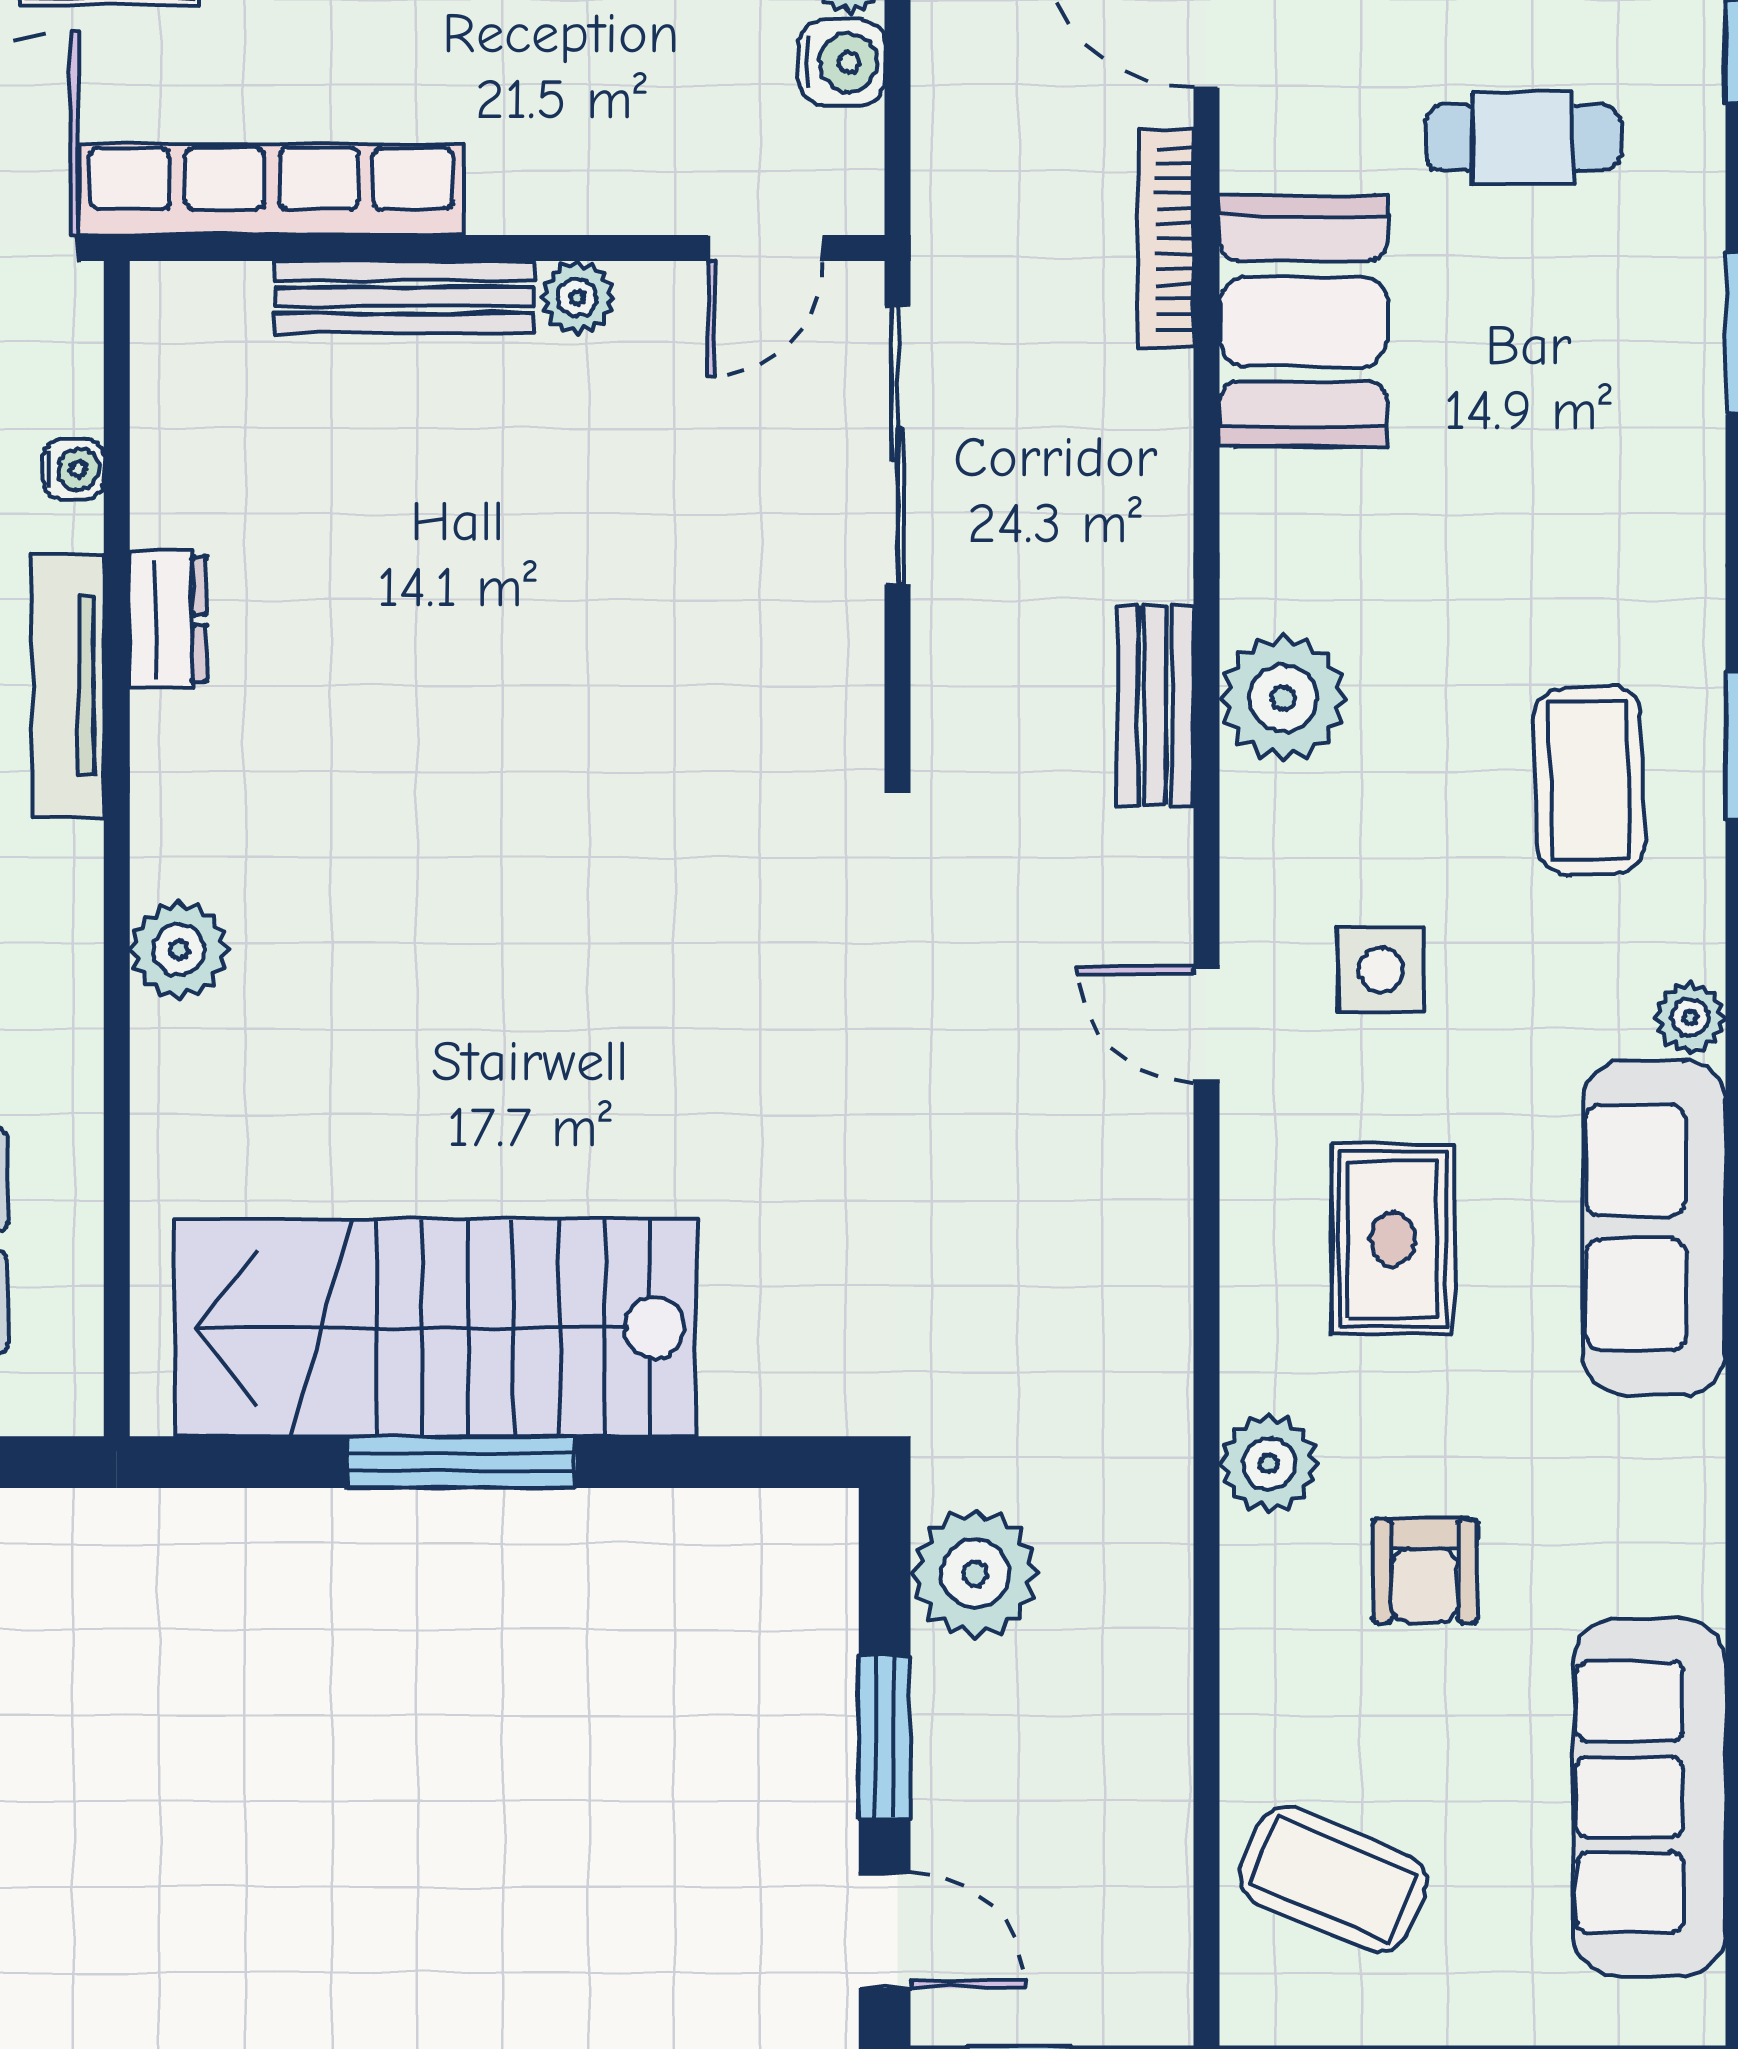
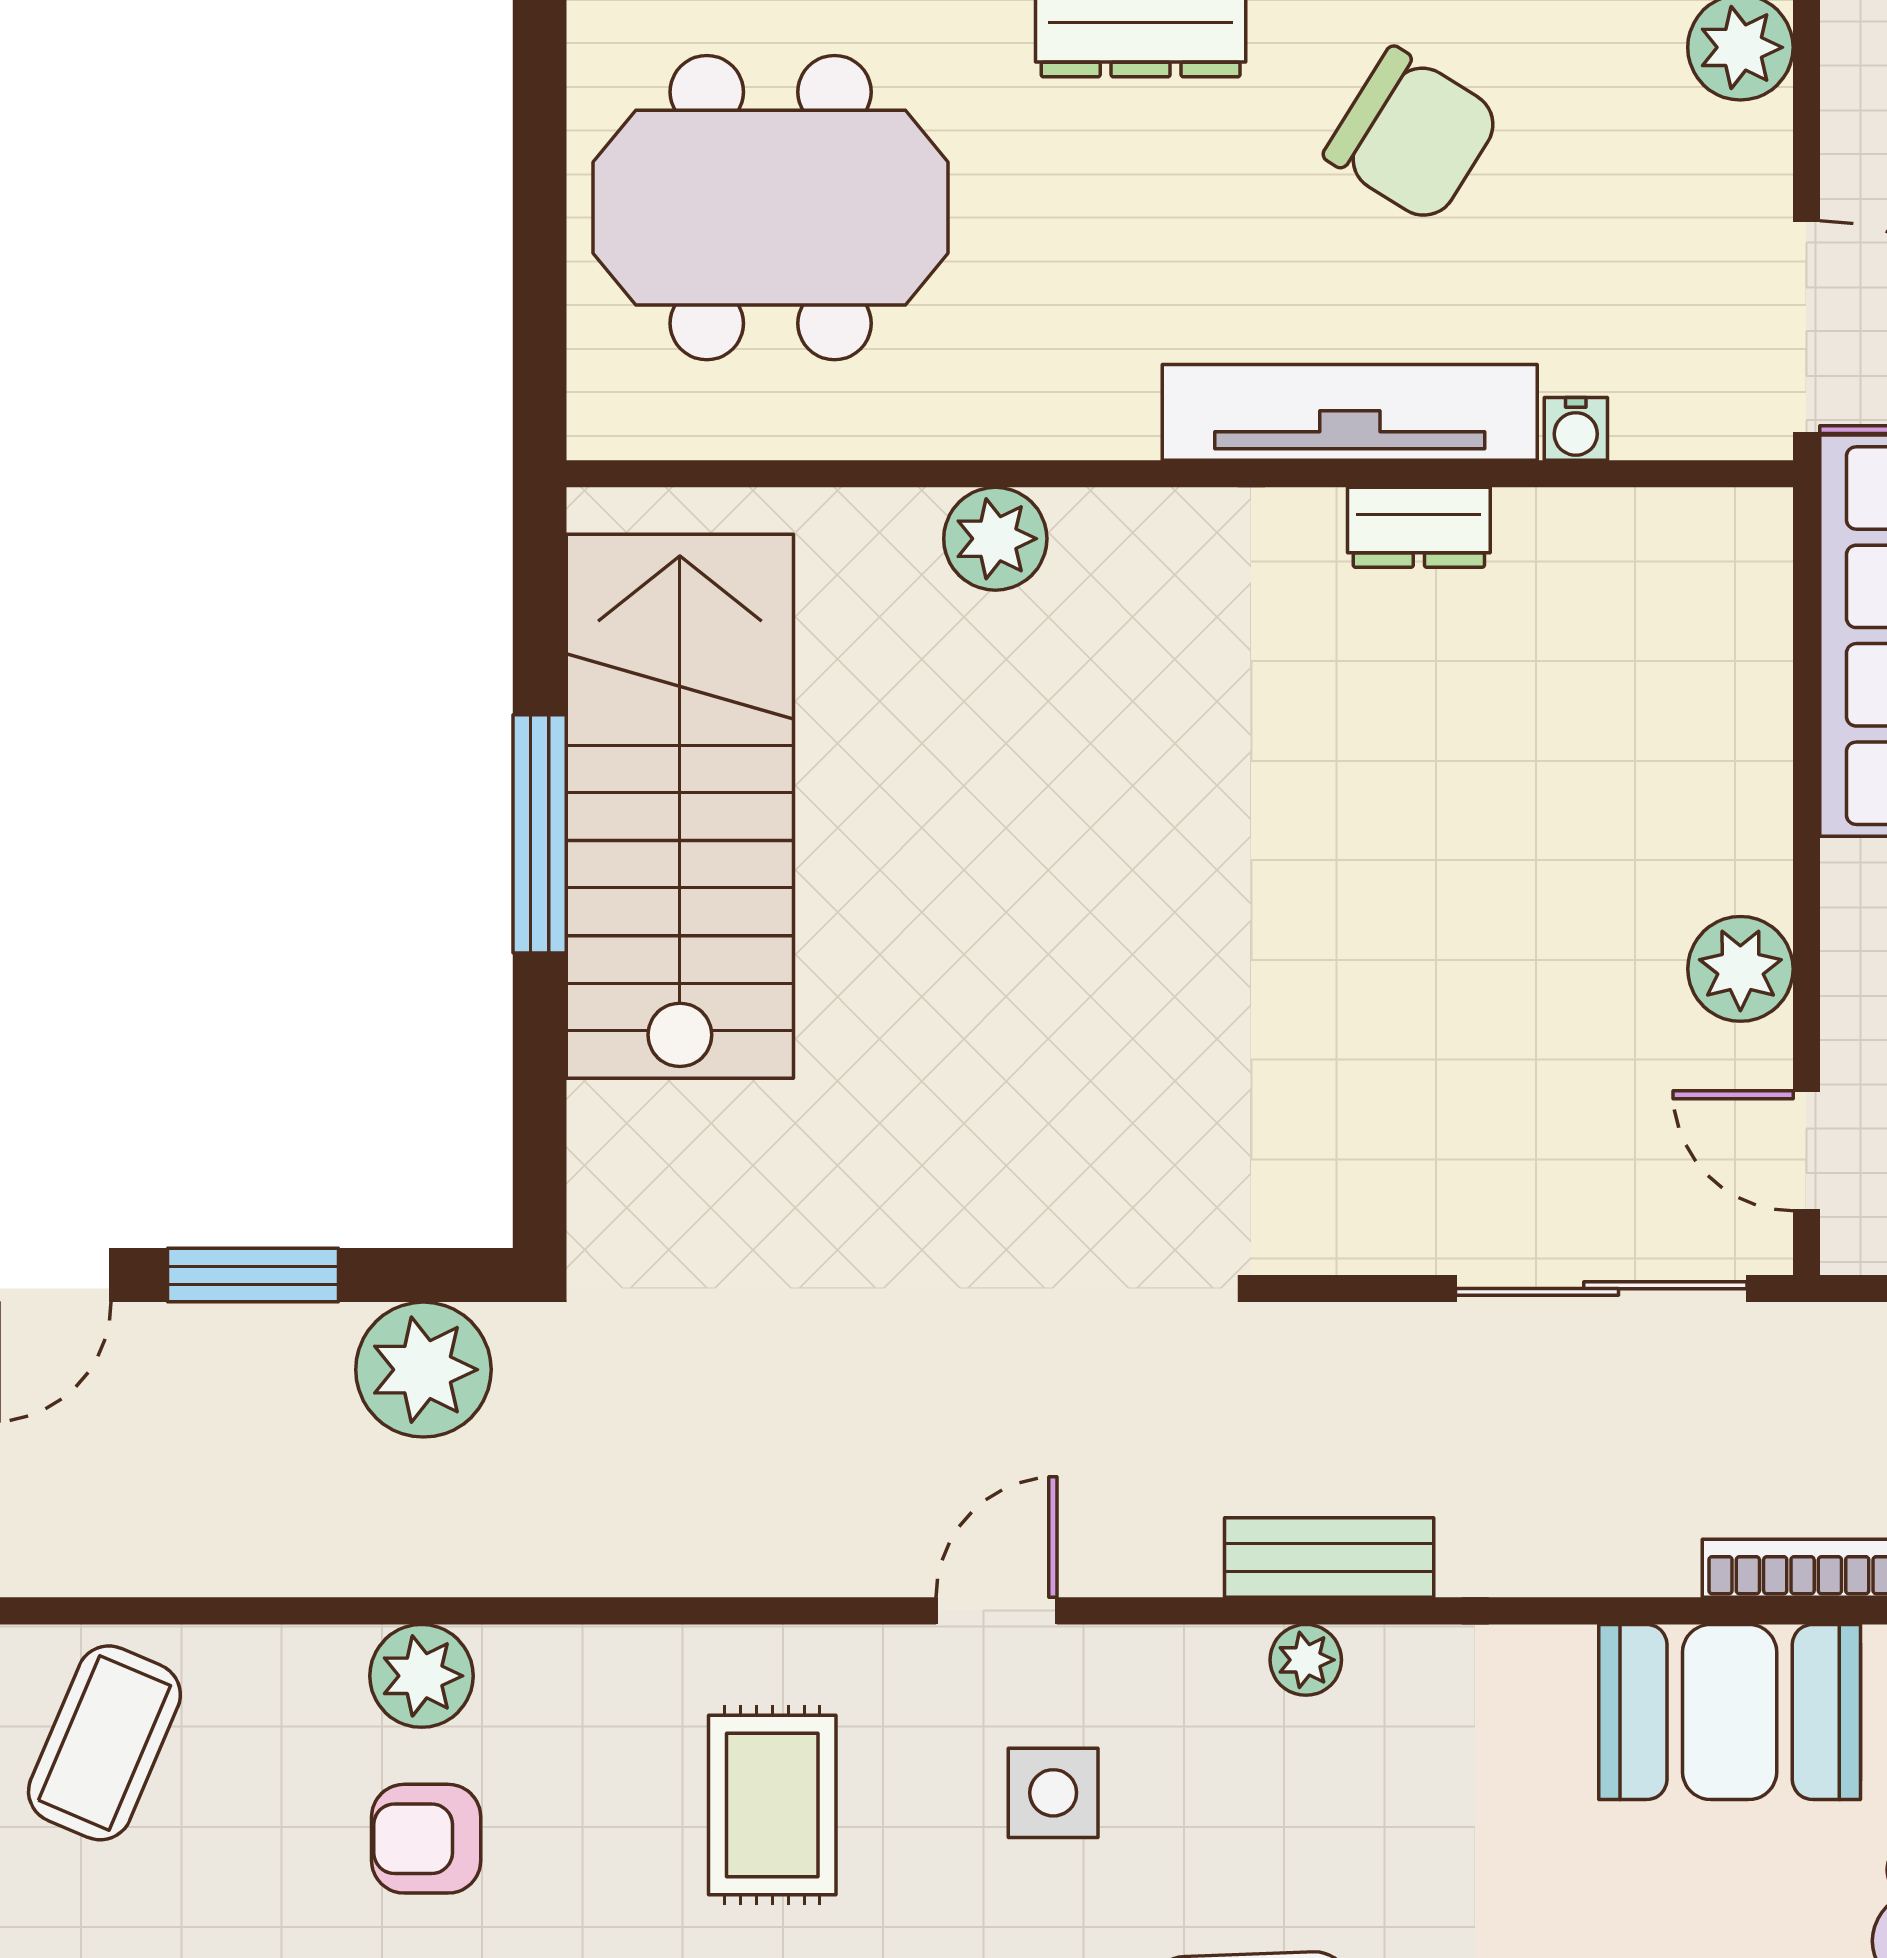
bench: (404, 297) -> (1755, 774), removed
plant: (577, 298) -> (1740, 969), width x1.38, depth x1.38
tv unit: (68, 686) -> (1350, 412), width x1.36, depth x1.29
plant: (1283, 698) -> (1306, 1660), width x0.53, depth x0.53
plant: (179, 950) -> (995, 539), moved
rug: (1393, 1239) -> (772, 1805), turned 90
plant: (1269, 1464) -> (422, 1676), moved

